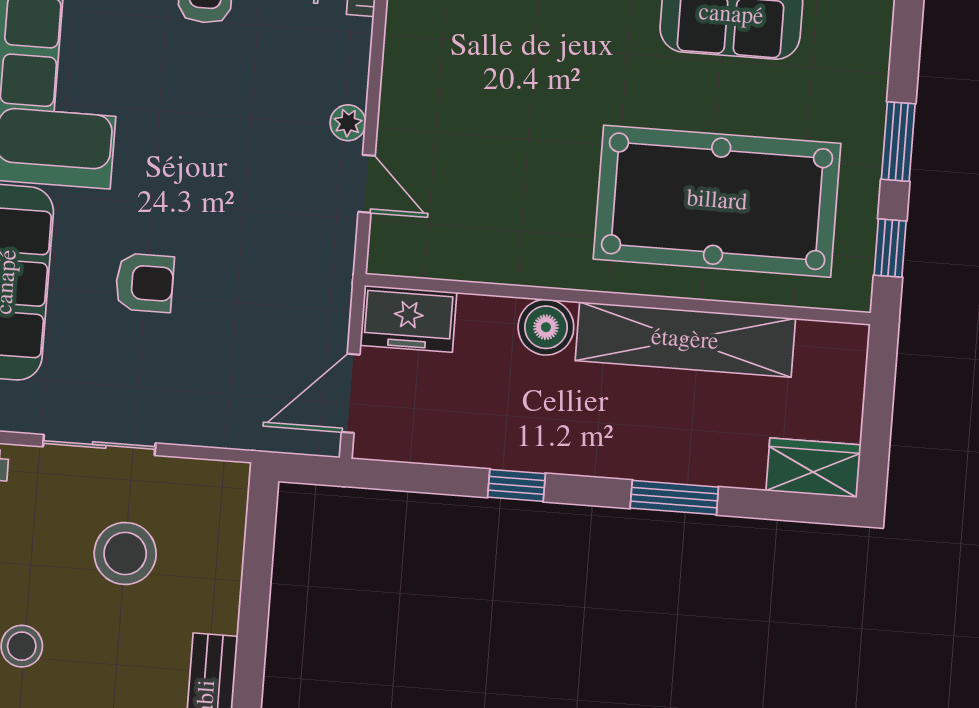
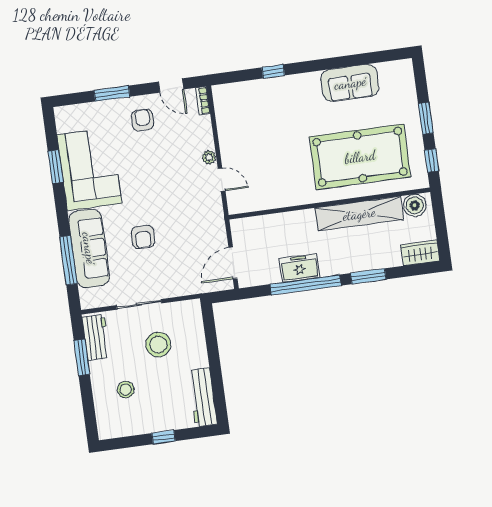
armchair: (144, 283) -> (143, 237), turned 91
freezer: (408, 319) -> (299, 268), moved, turned 180
boiler: (546, 327) -> (415, 205), moved
window: (517, 485) -> (306, 285), width x3.17

